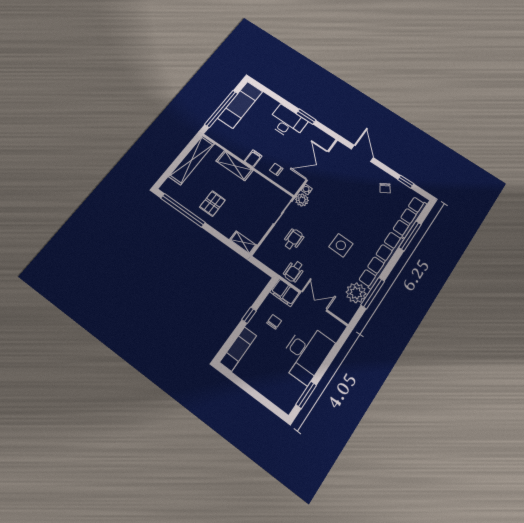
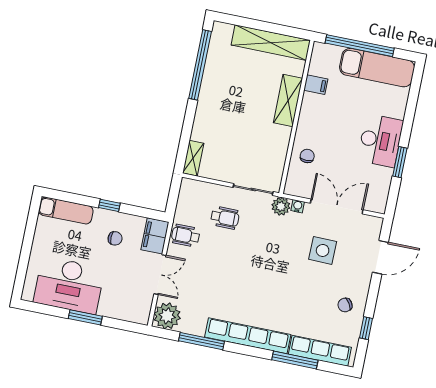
filing cabinet: (253, 159) -> (316, 85), moved
pallet: (212, 204) -> (225, 97), removed
side table: (341, 245) -> (323, 250), moved
plant: (356, 293) -> (167, 316), moved
desk: (306, 353) -> (69, 285), moved
window: (306, 395) -> (85, 317), moved

